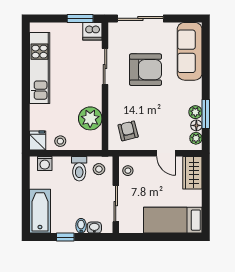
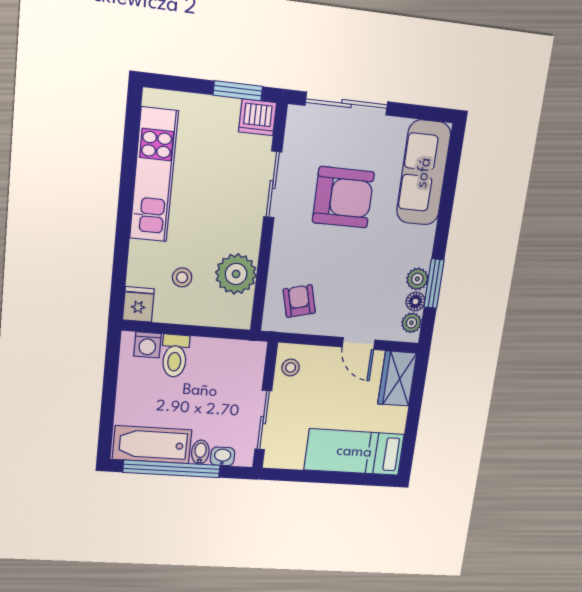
stool: (60, 141) -> (182, 277), moved
toilet: (79, 169) -> (175, 356), moved
stool: (99, 169) -> (241, 361), removed
bathtub: (40, 211) -> (152, 445), moved, turned -90
window: (65, 237) -> (172, 469), width x3.17

